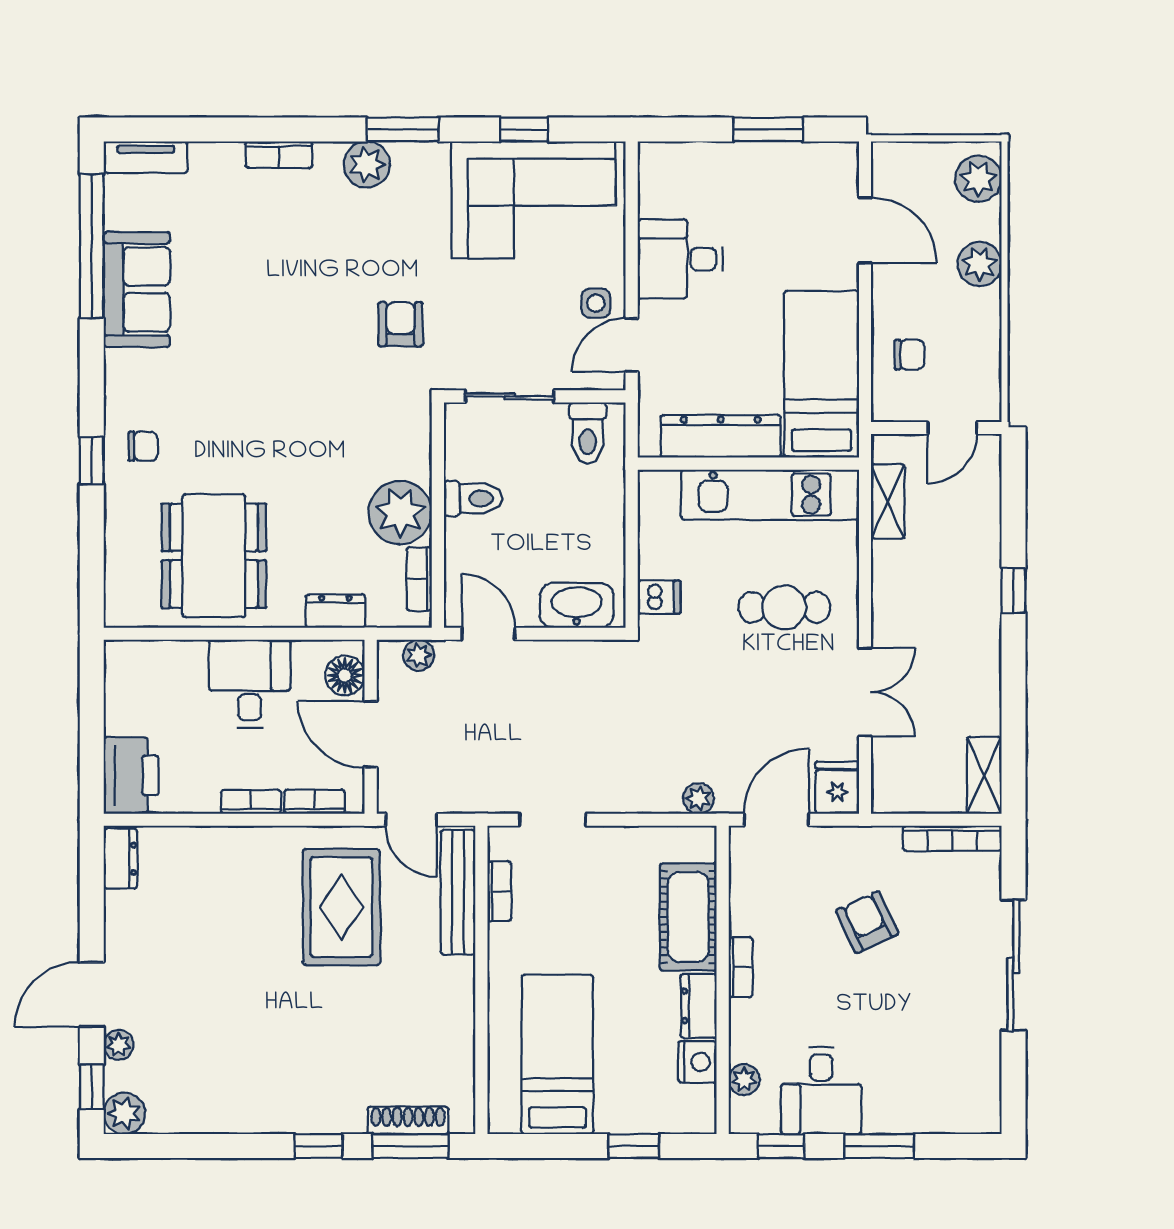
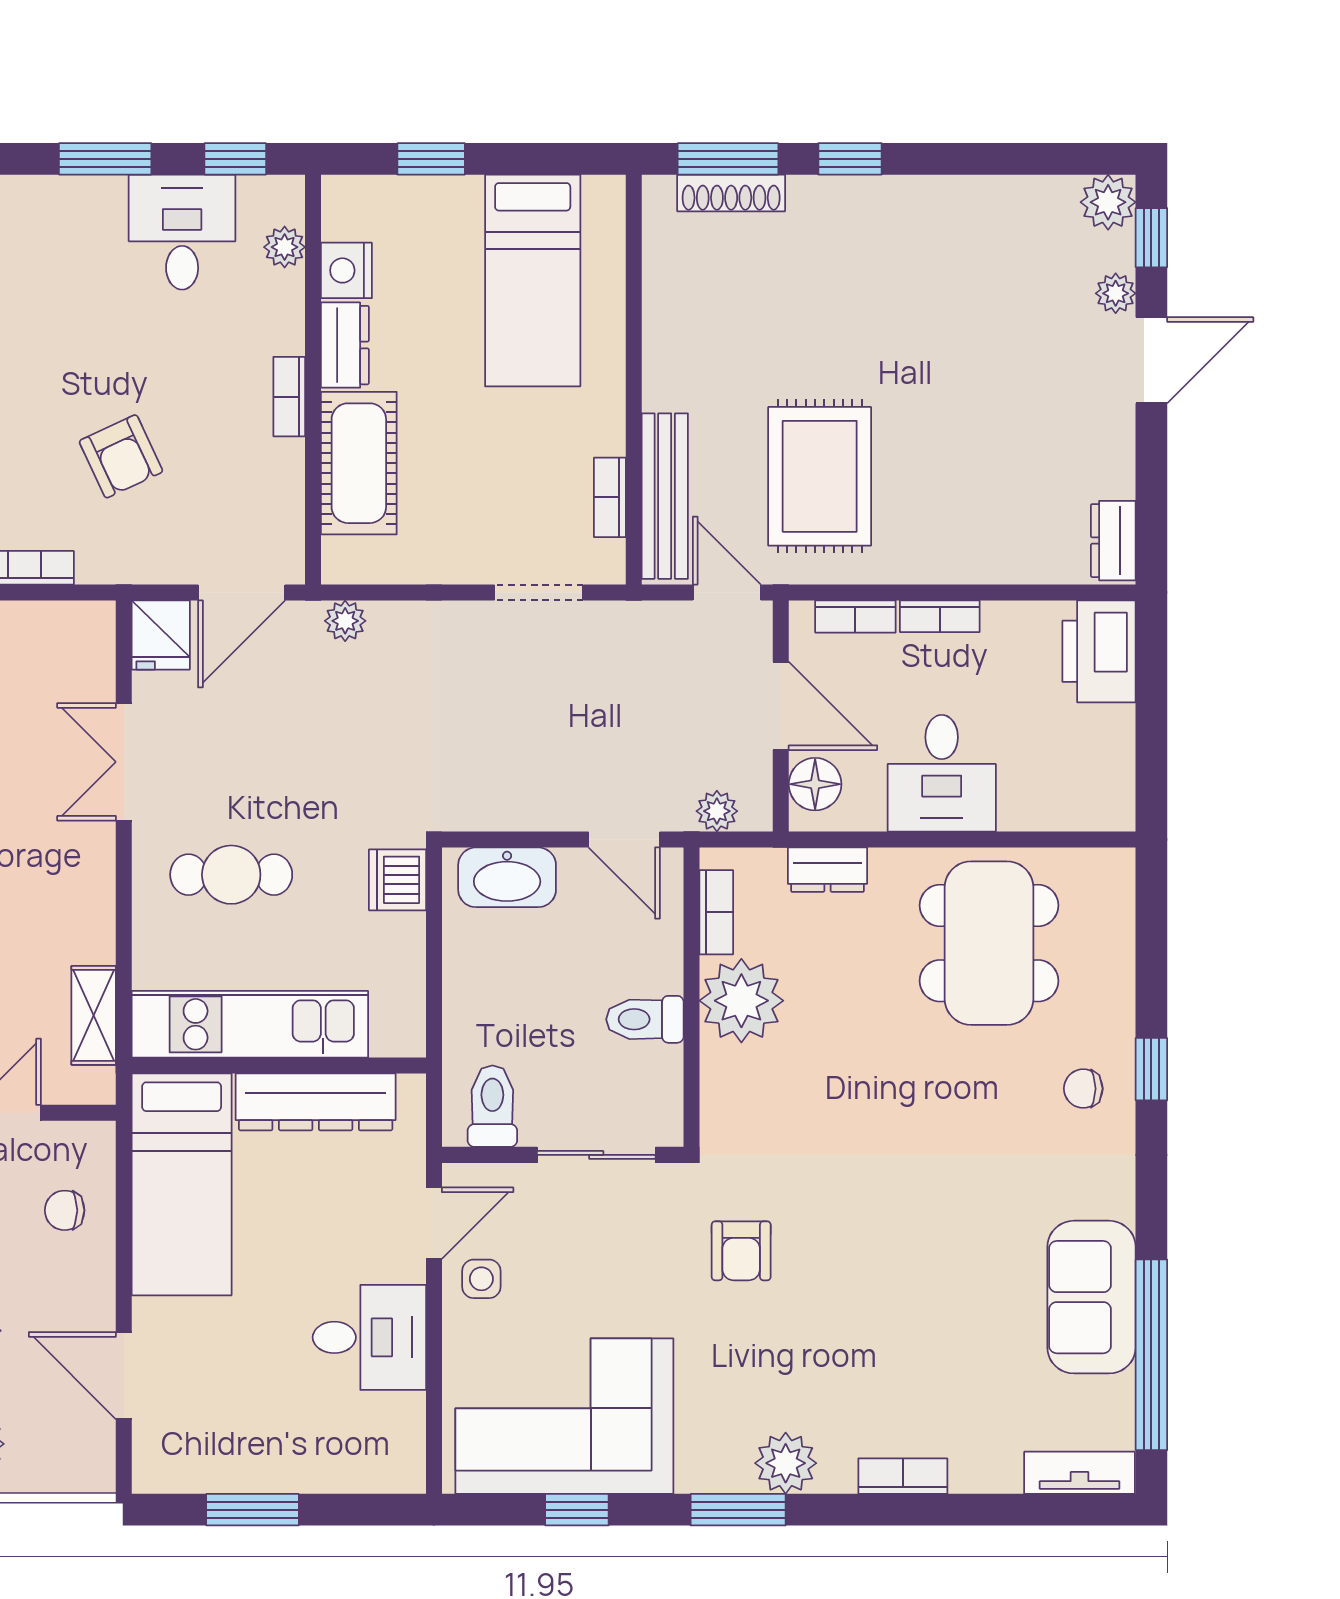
dishwasher: (659, 597) -> (397, 880), width x1.38

